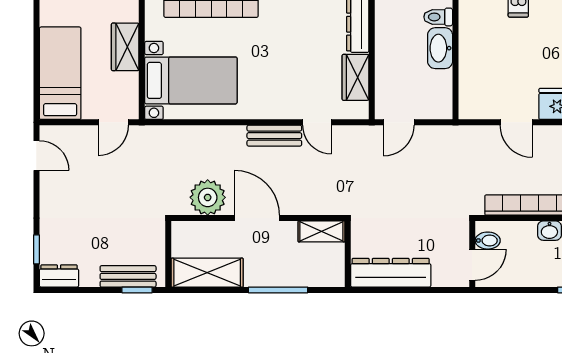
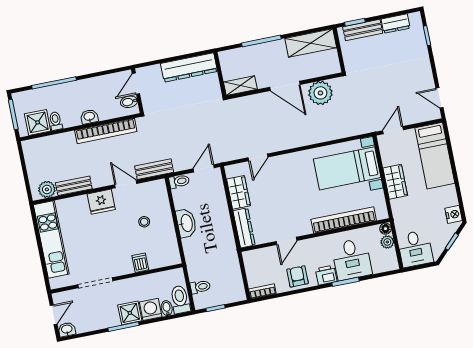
toilet: (438, 17) -> (179, 181), moved
stool: (501, 62) -> (144, 222), added
door: (317, 122) -> (258, 157), swing flipped
bench: (274, 136) -> (154, 169), moved
dresser: (59, 276) -> (396, 24), moved

